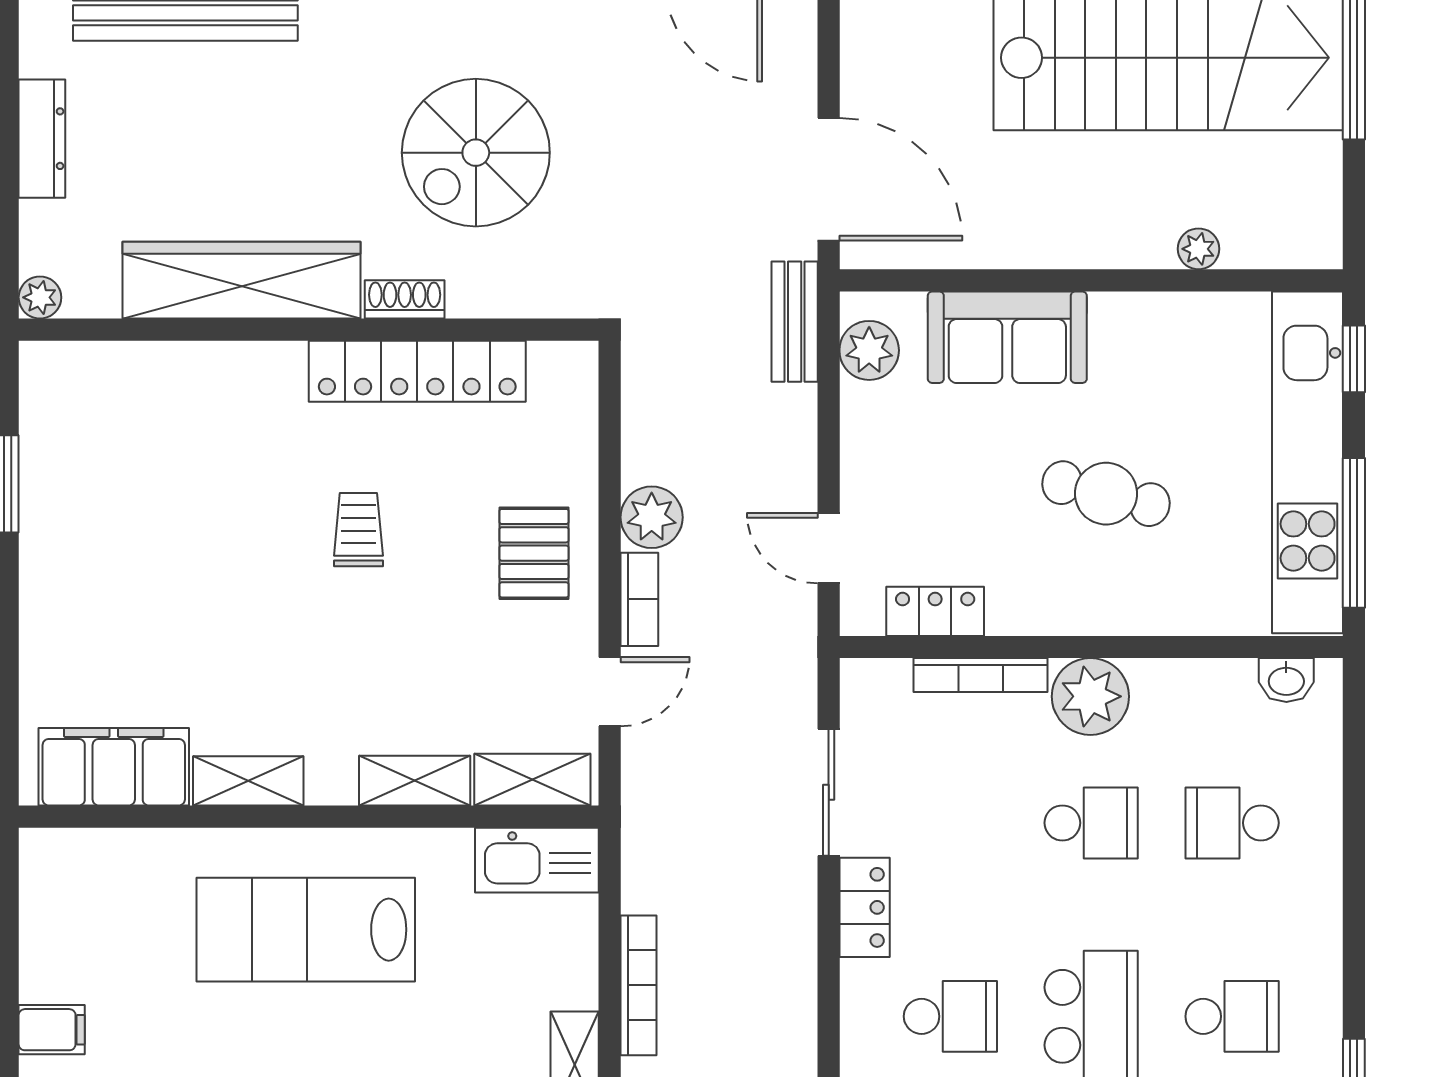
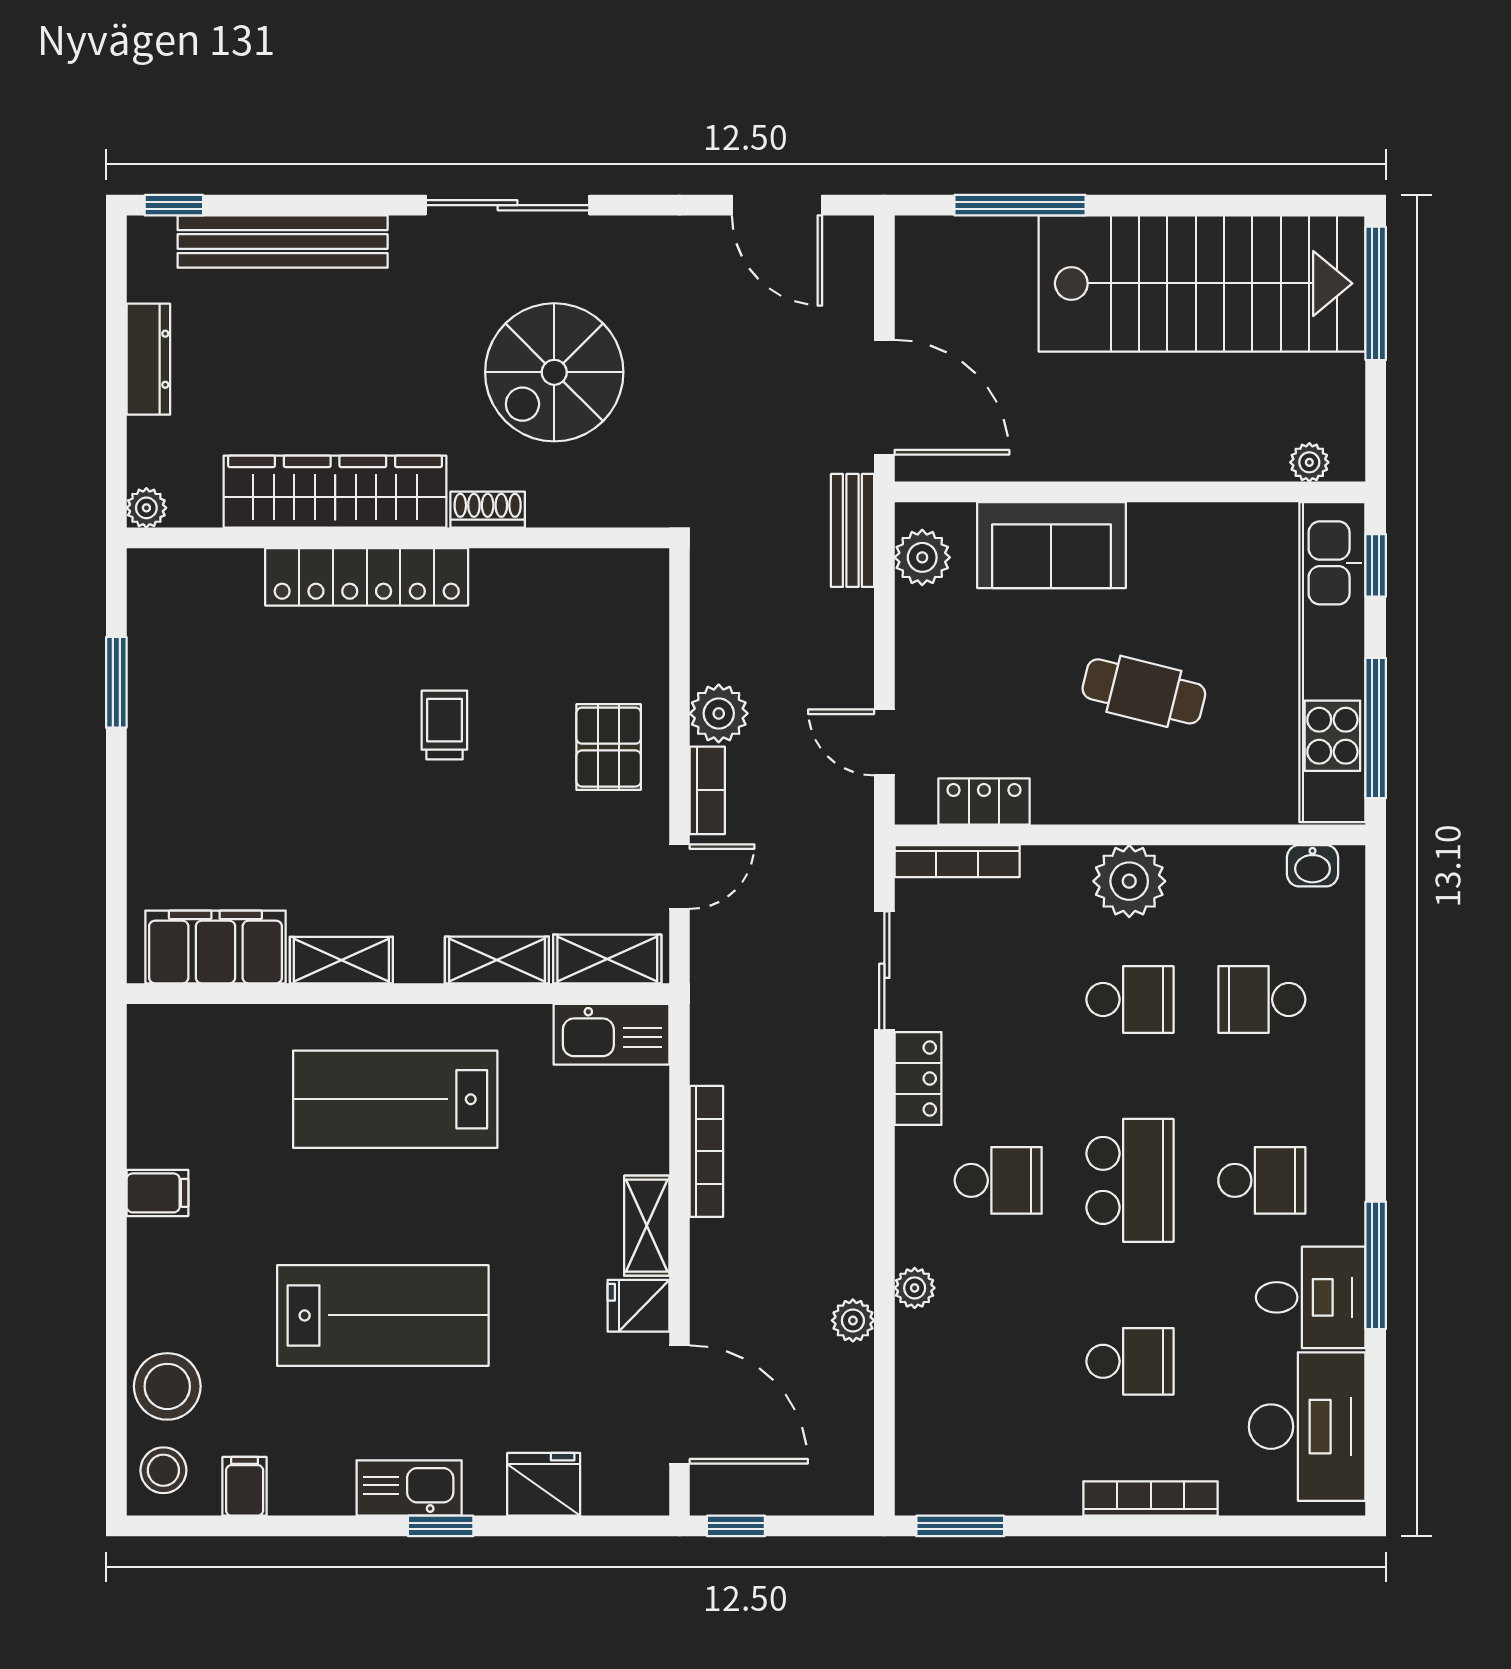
plant: (1198, 249) -> (1309, 462), moved
locker: (417, 371) -> (367, 577), moved
bookcase: (981, 675) -> (957, 861), moved

